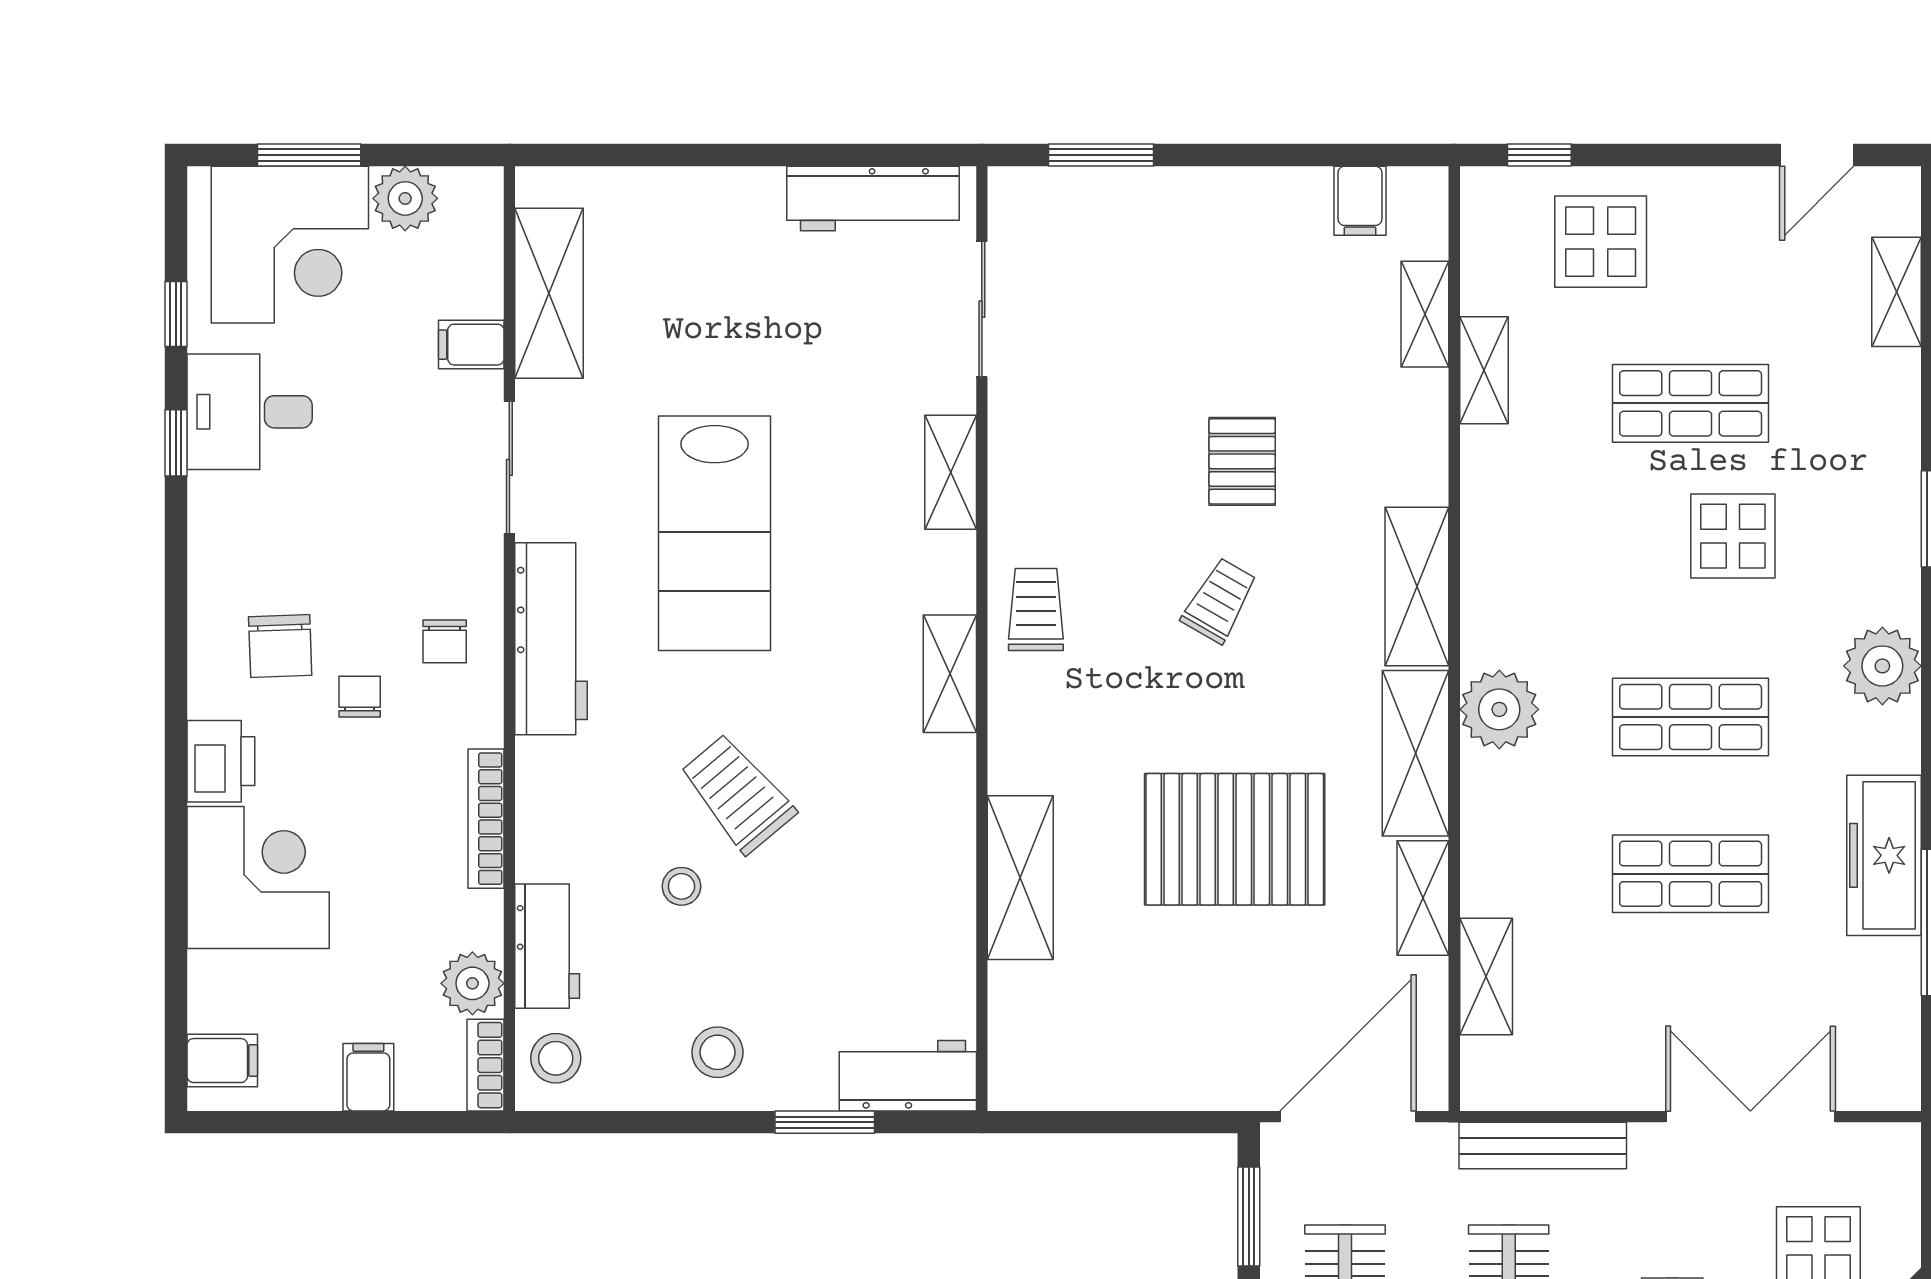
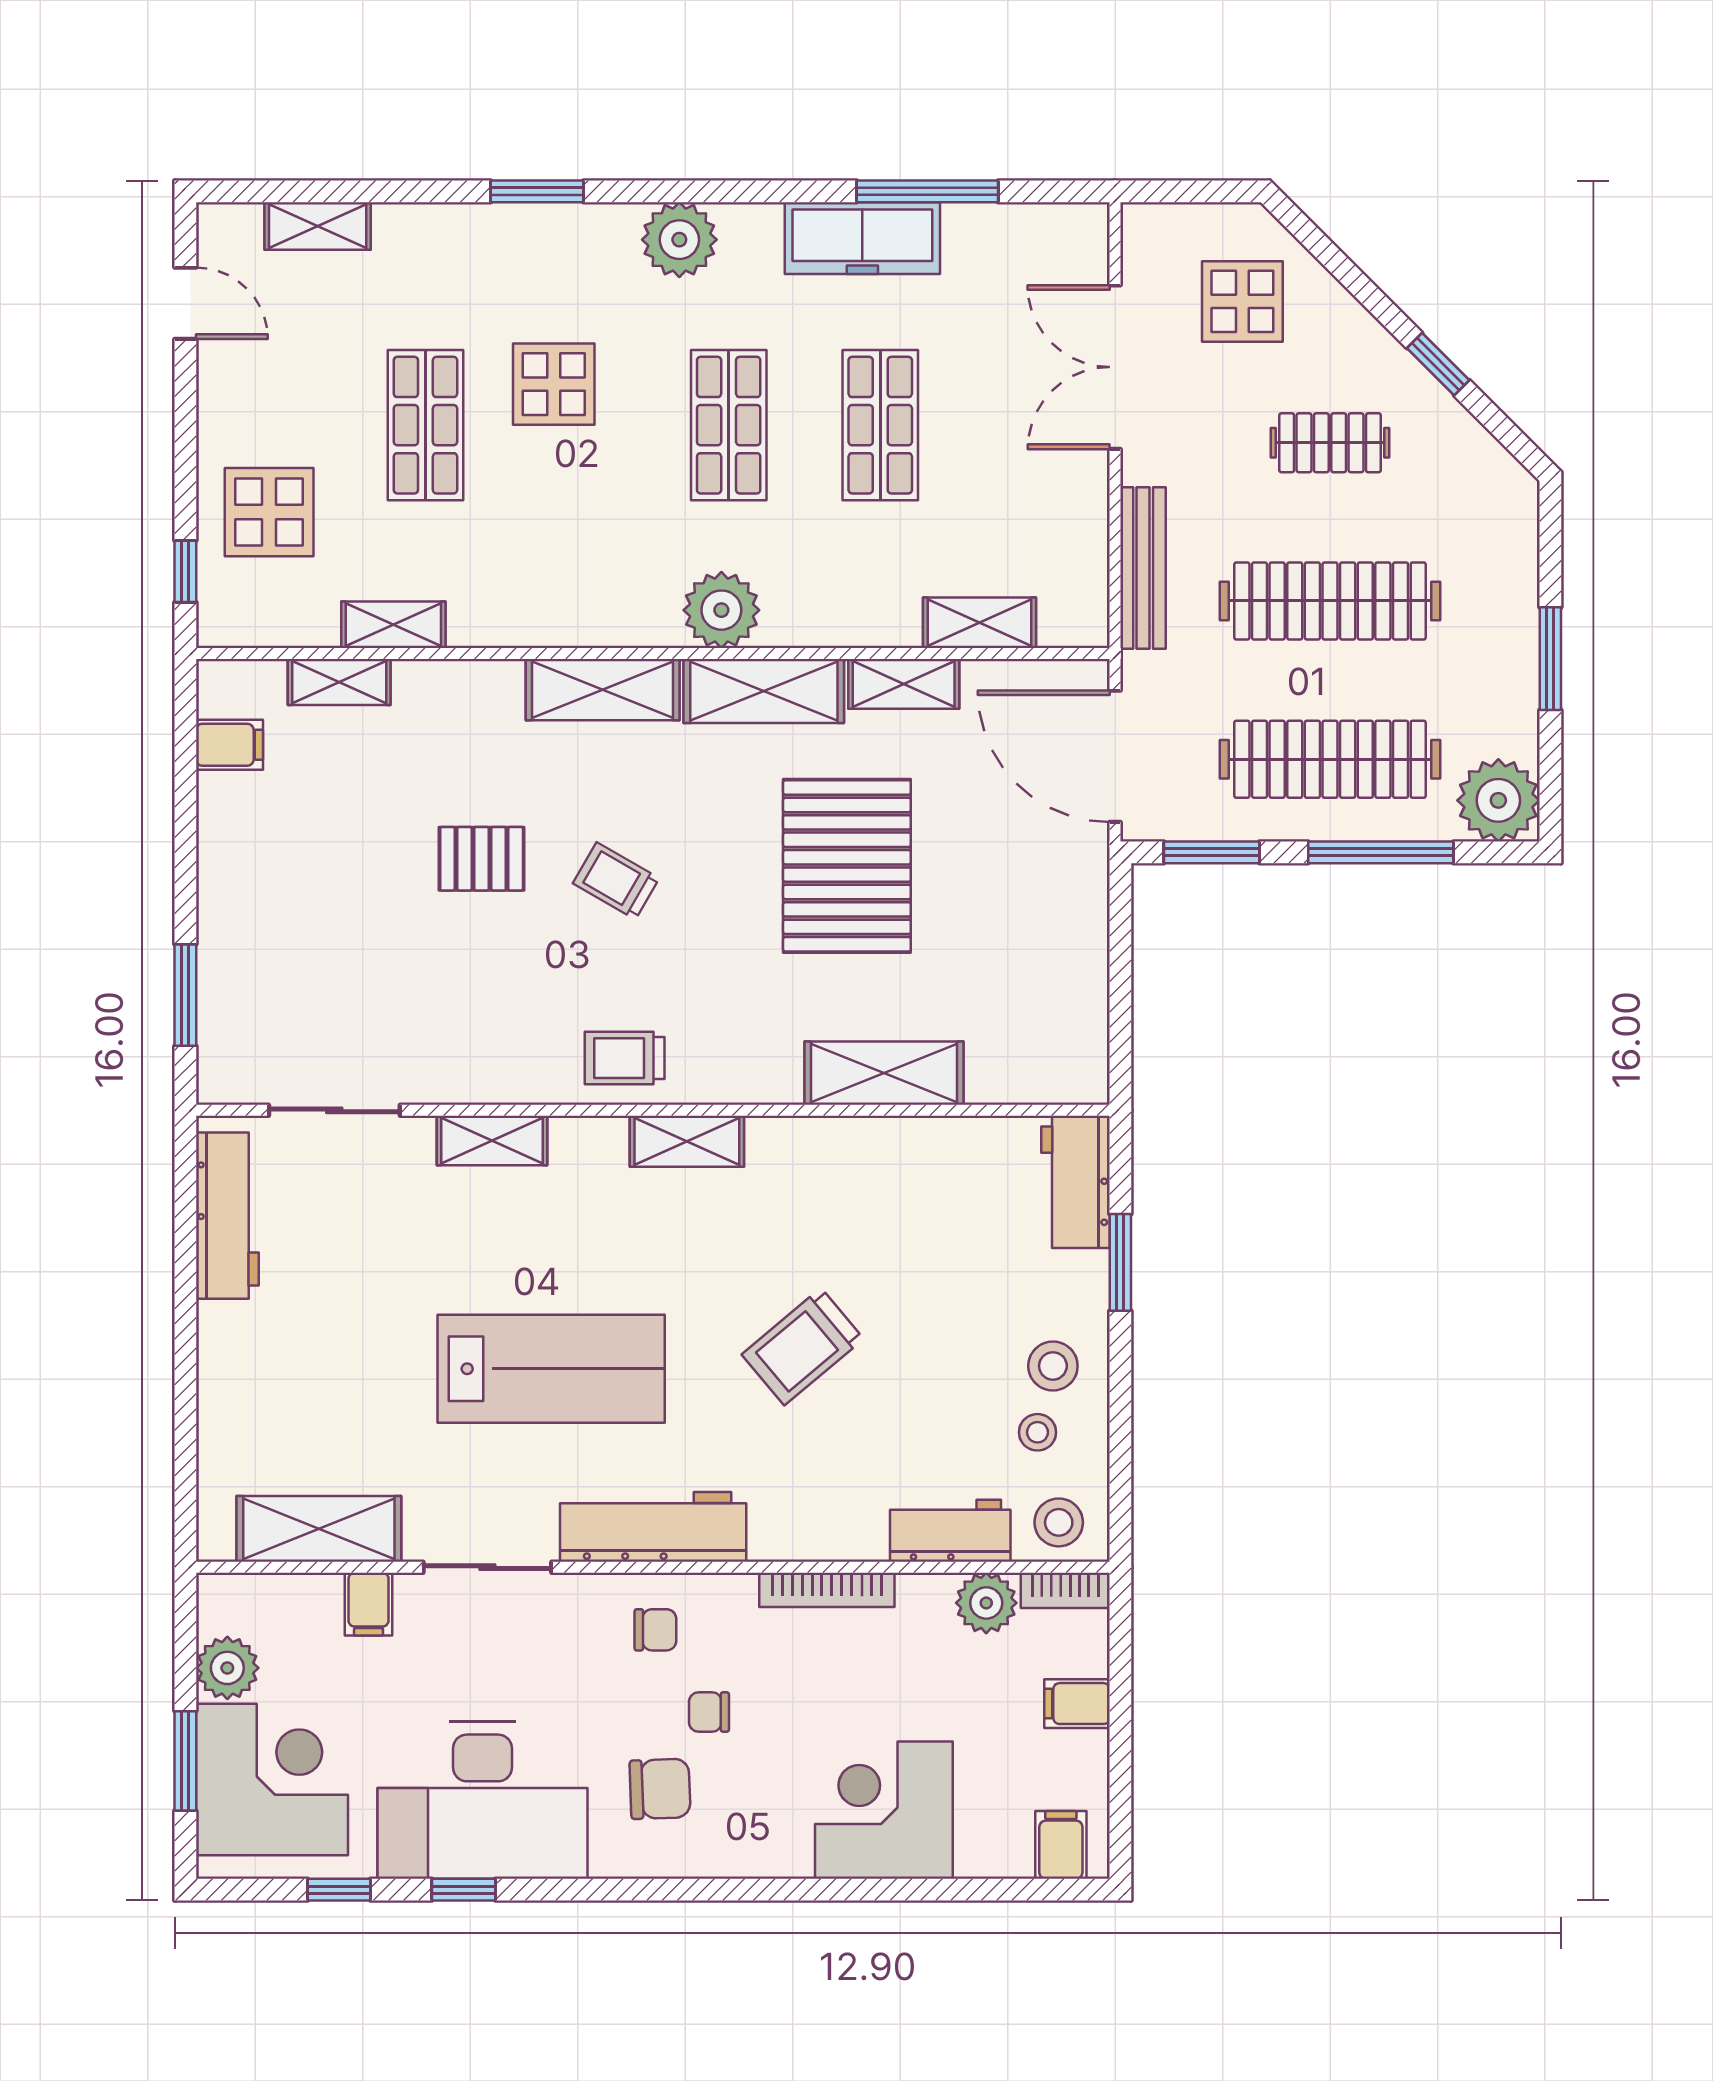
desk: (250, 412) -> (482, 1800), width x1.87, depth x1.30
printer: (221, 761) -> (771, 1846), removed
stool: (681, 886) -> (1038, 1432), moved

